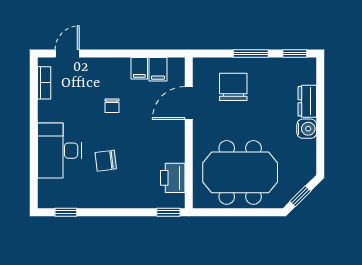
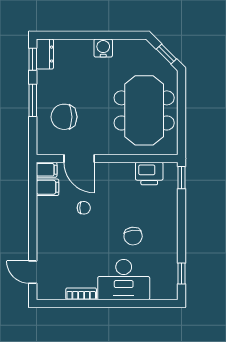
filing cabinet: (139, 68) -> (47, 170), moved
bookcase: (44, 83) -> (81, 294), moved
dresser: (307, 101) -> (45, 54), moved, turned -90
chair: (112, 106) -> (84, 208), moved

